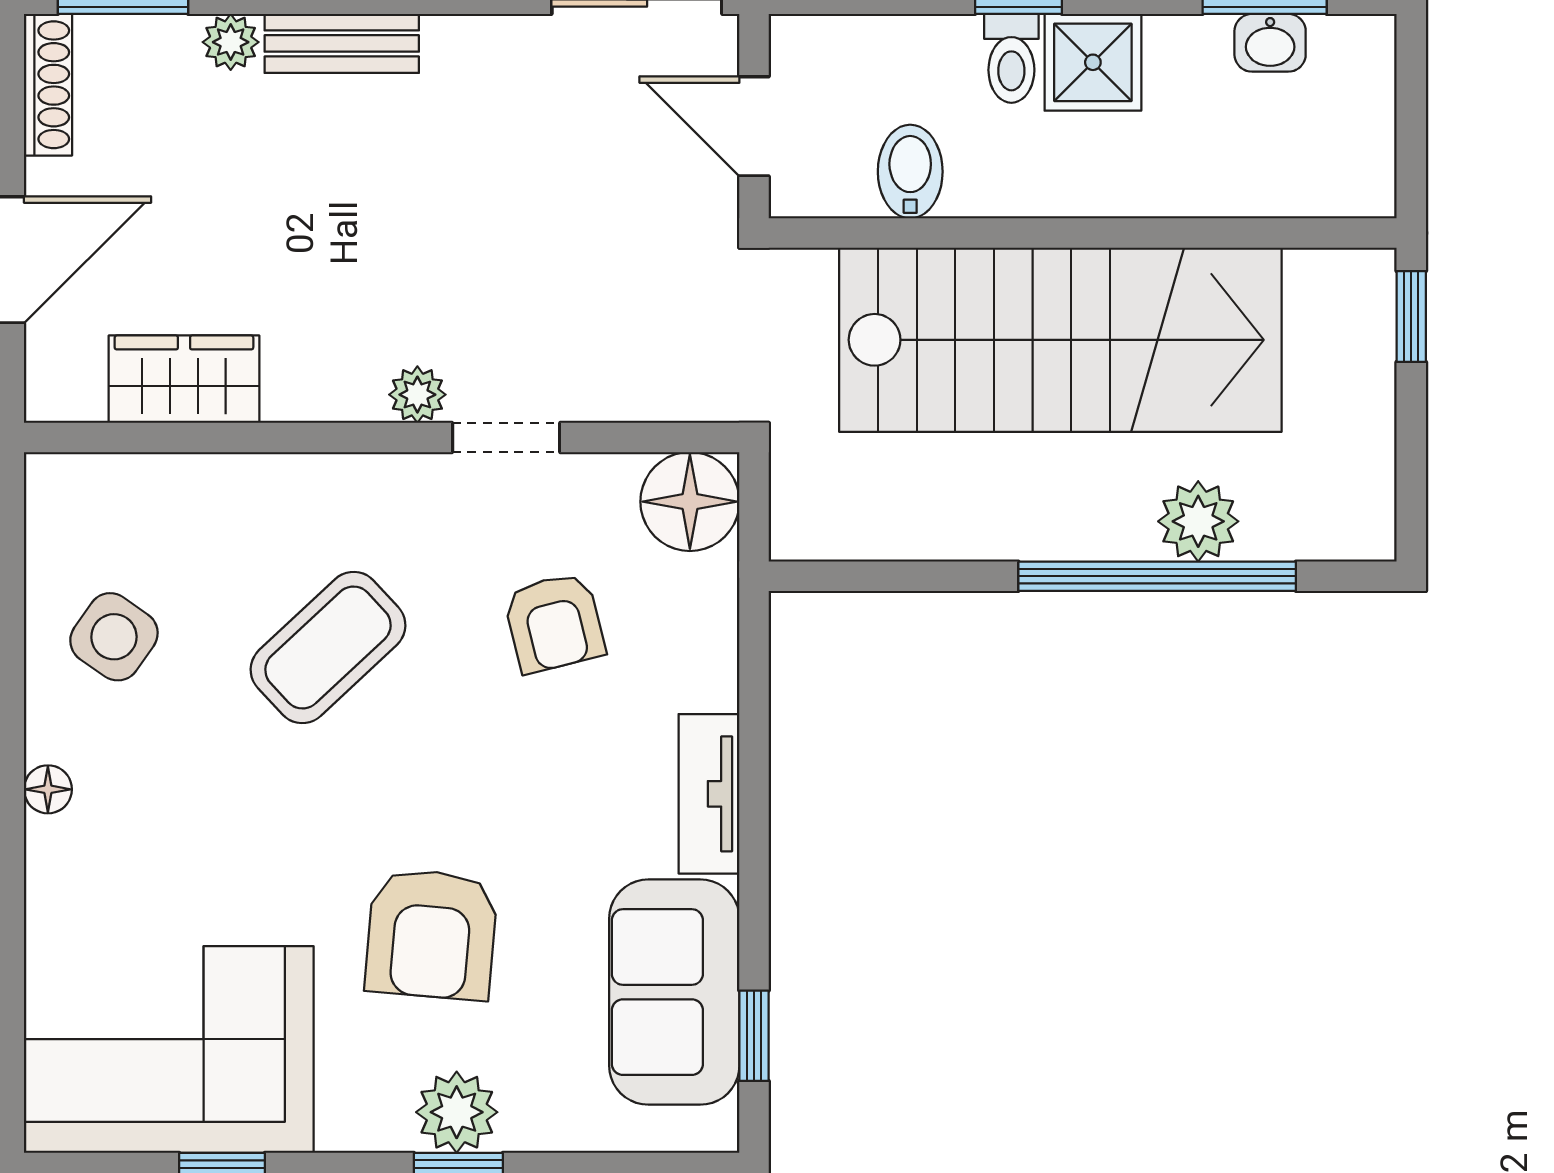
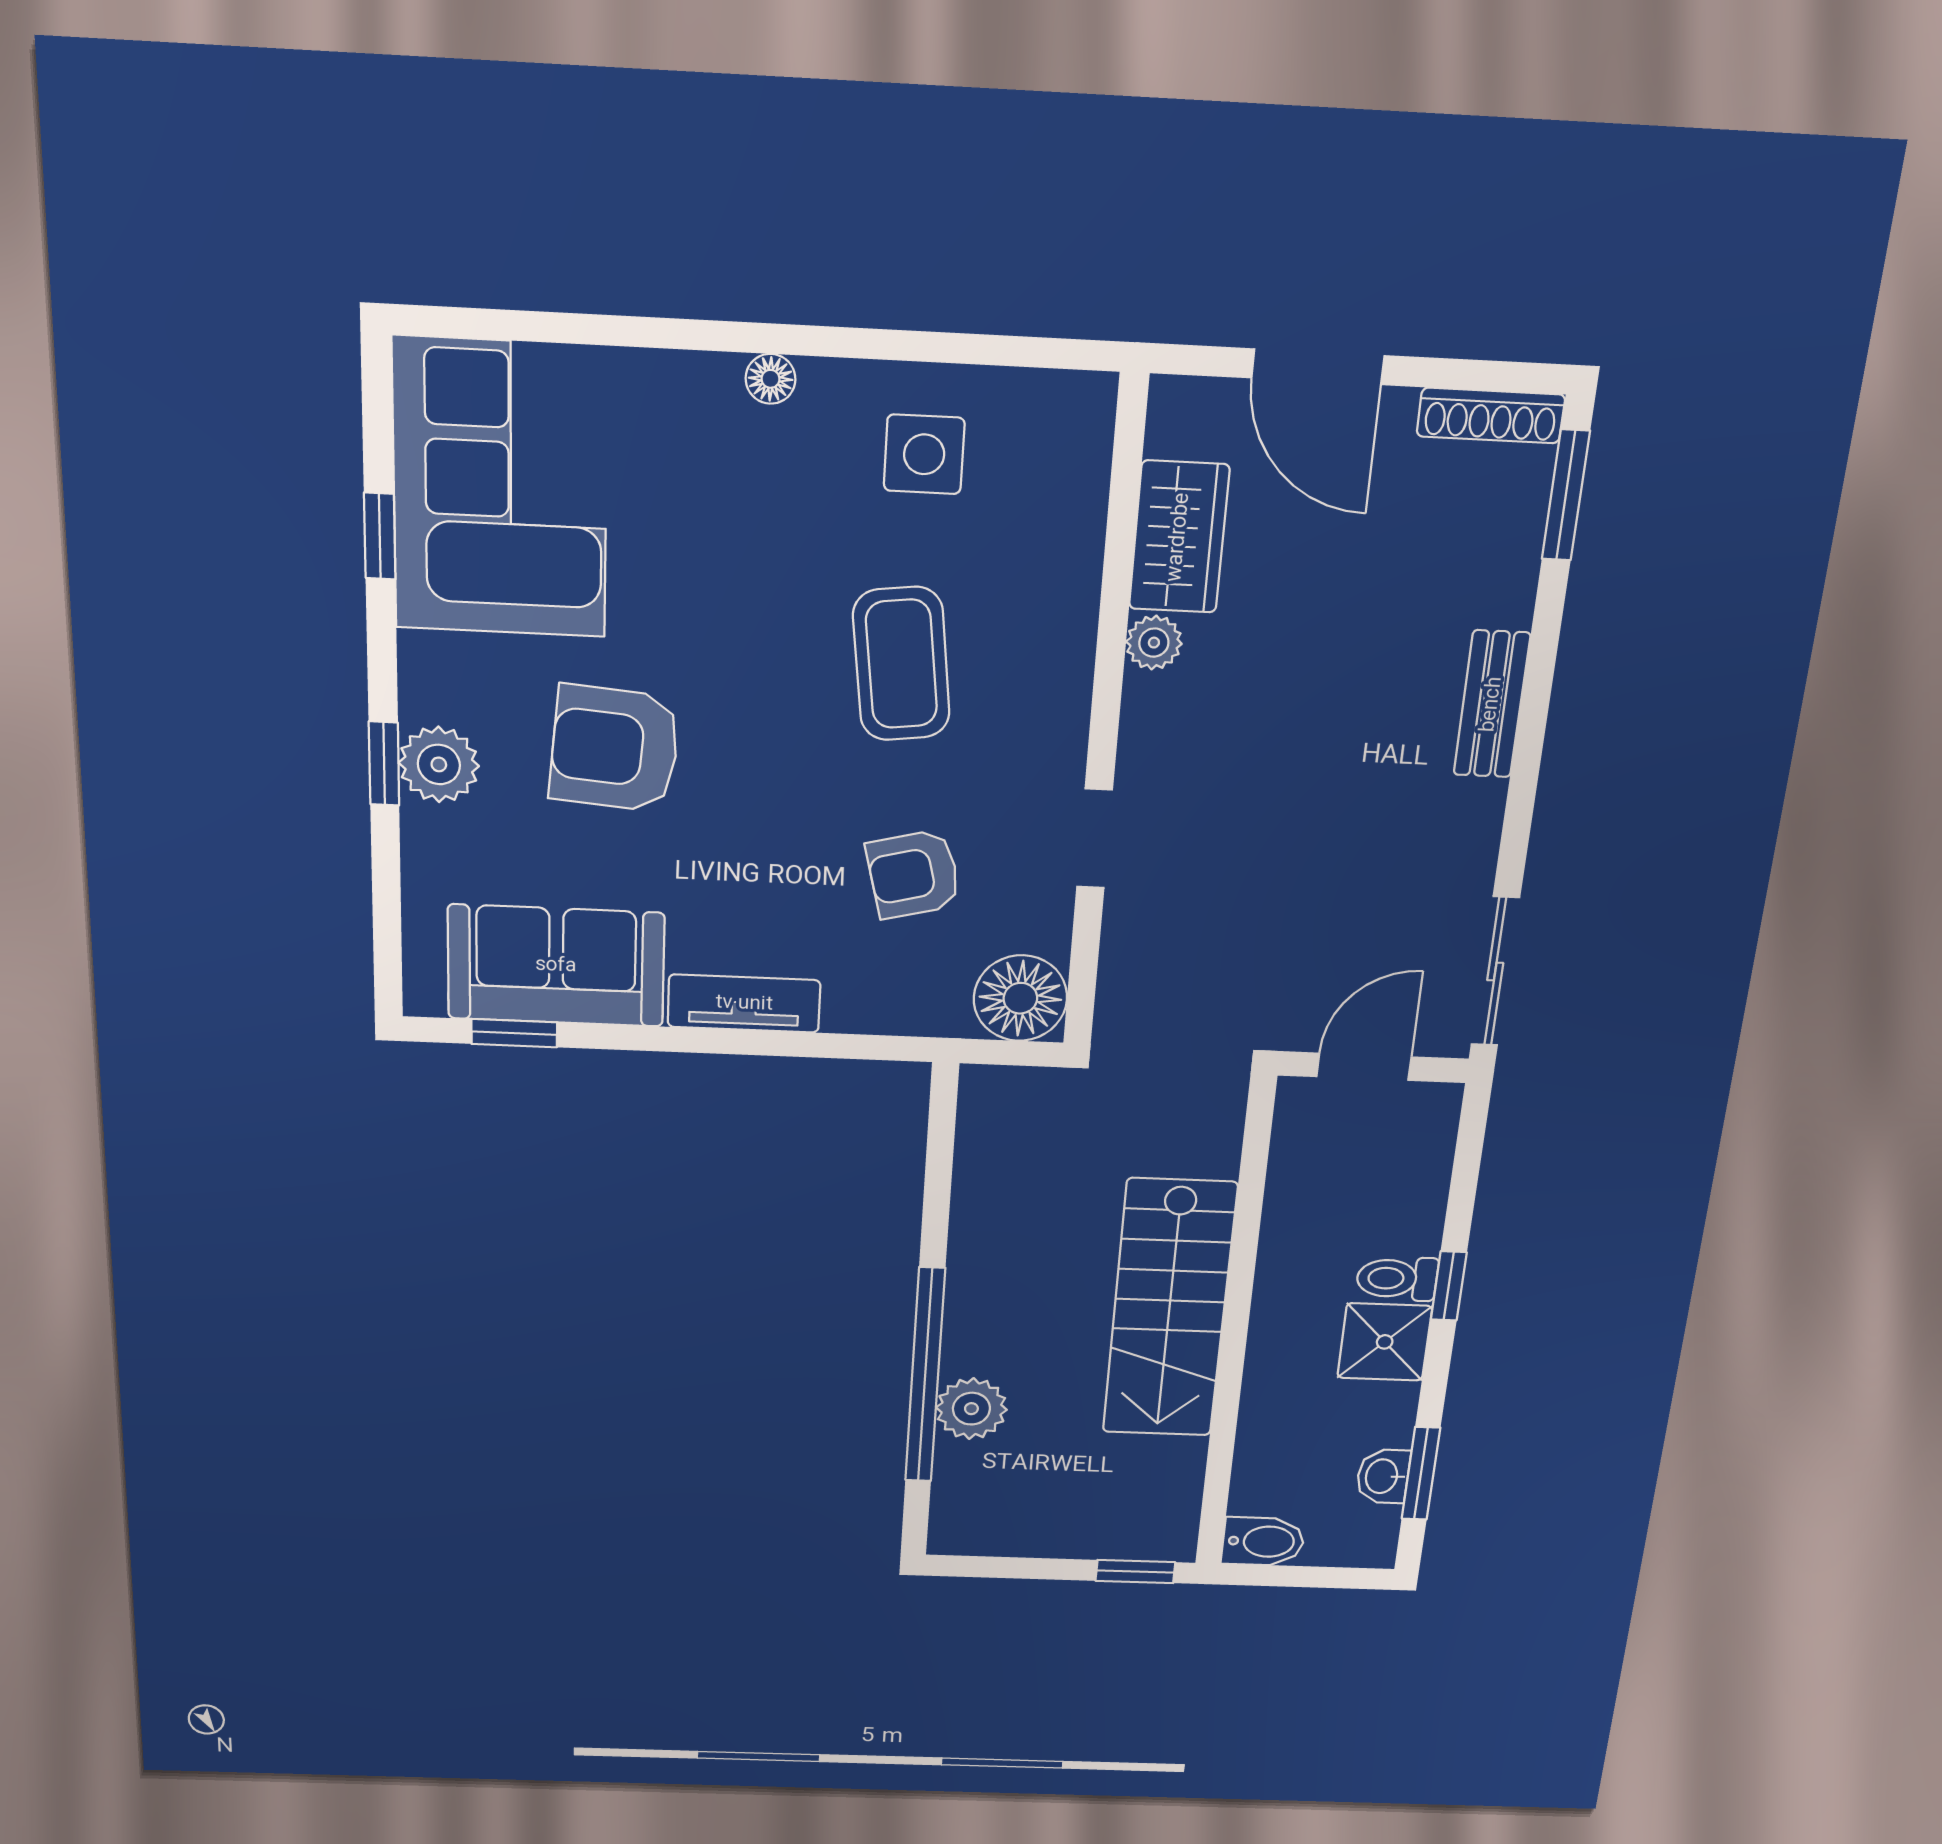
plant: (231, 42) -> (1508, 599), removed
bidet: (910, 172) -> (1263, 1542), moved
stairs: (1060, 340) -> (1169, 1309), width x0.73, depth x0.66
plant: (417, 395) -> (1154, 643), moved
side table: (114, 637) -> (924, 454), turned -35
coffee table: (328, 647) -> (901, 664), turned 36

